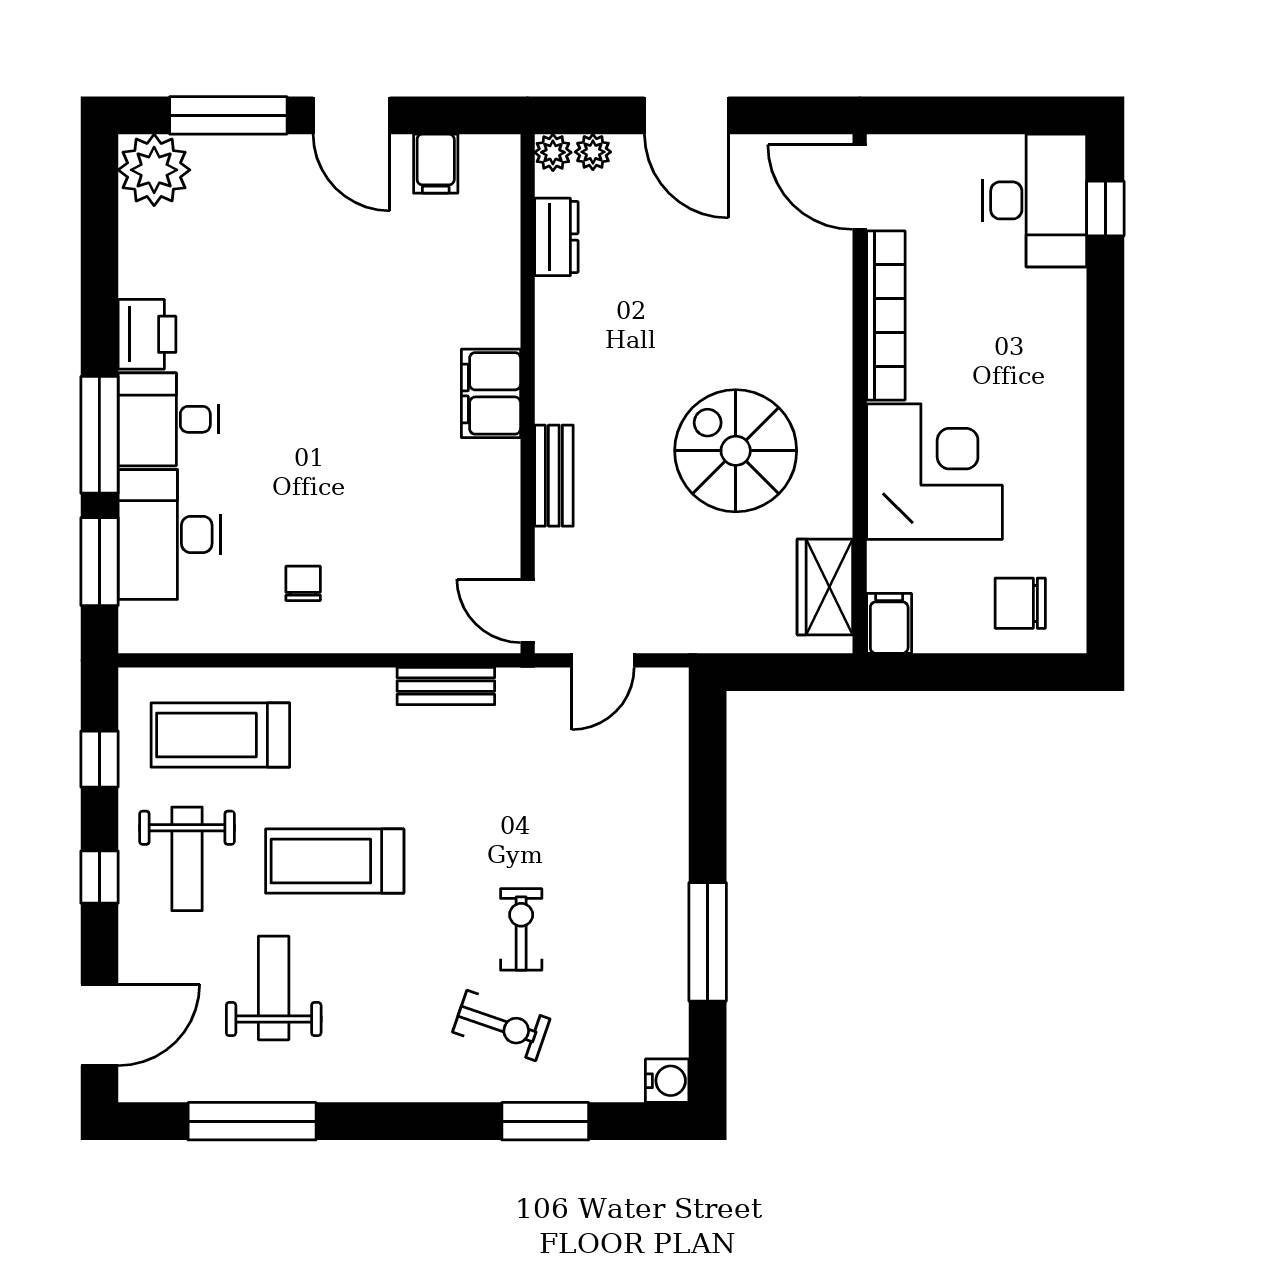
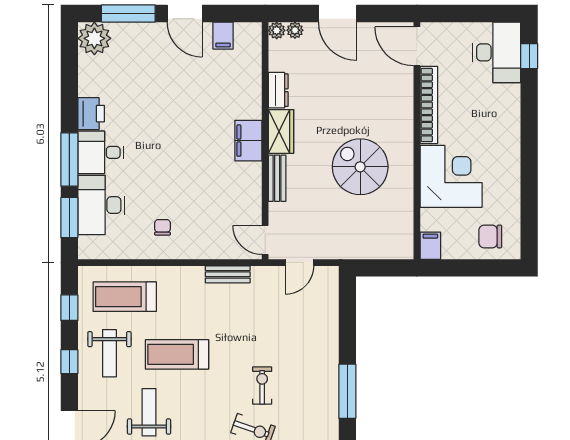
dresser: (556, 237) -> (278, 90), moved
wardrobe: (825, 587) -> (281, 131), moved, turned 180

